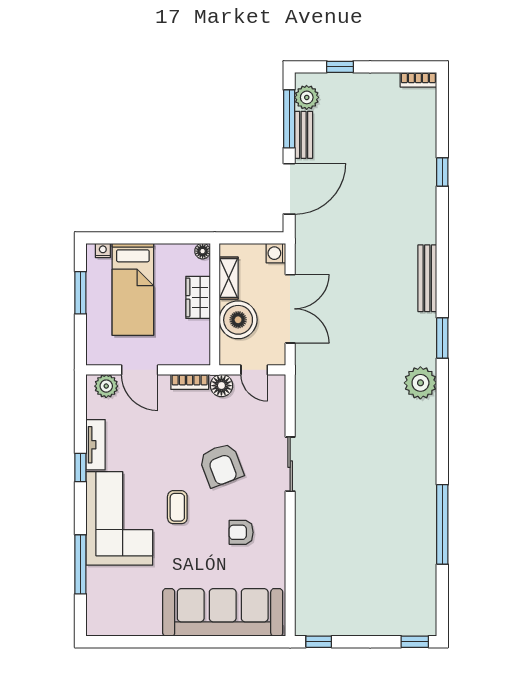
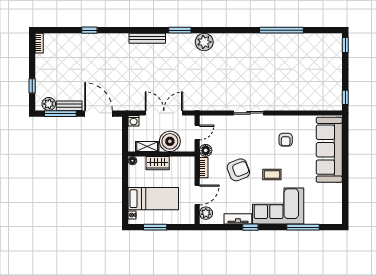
armchair: (221, 465) -> (238, 170), moved

